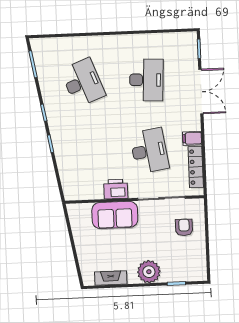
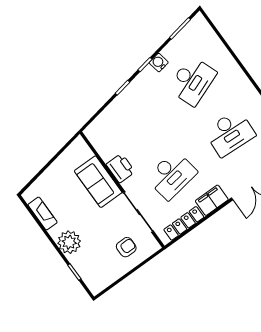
water cooler: (50, 100) -> (159, 63), added
filing cabinet: (192, 138) -> (212, 200), width x2.00

